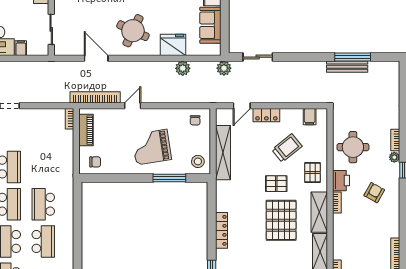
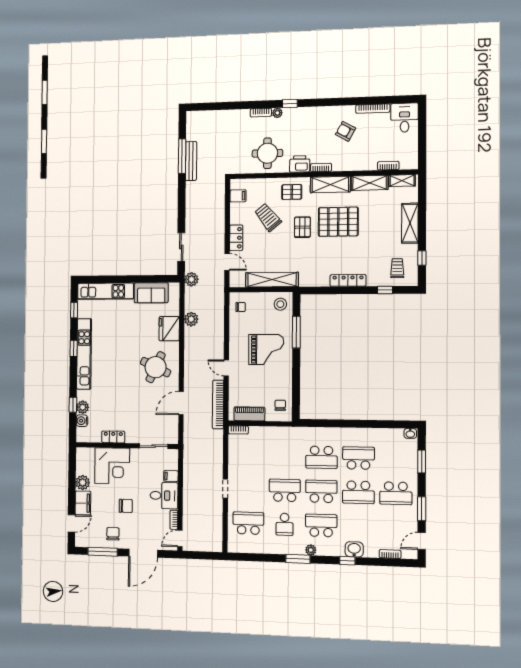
grand piano: (152, 147) -> (266, 349), turned -81
armchair: (374, 193) -> (345, 131), moved

